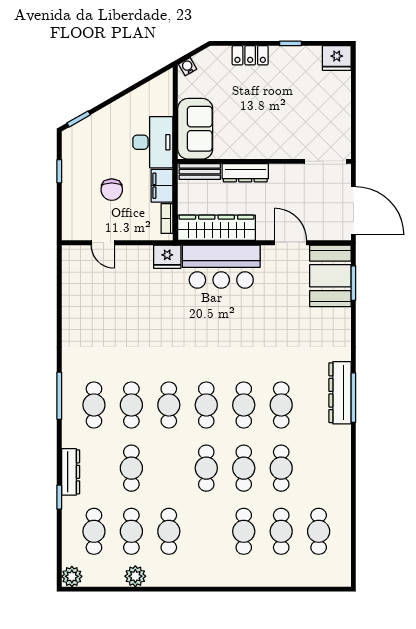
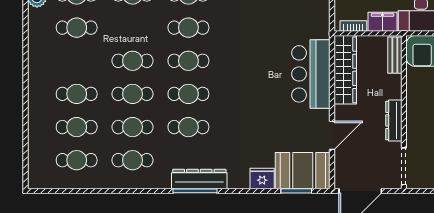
dresser: (245, 173) -> (394, 120), moved
fridge: (167, 257) -> (262, 178), moved, turned 90
cafe table: (319, 468) -> (133, 160), added

